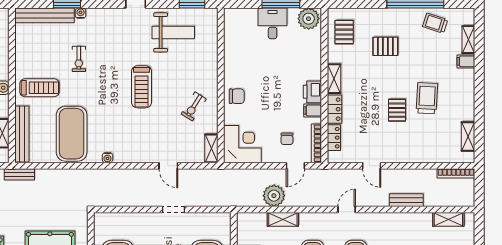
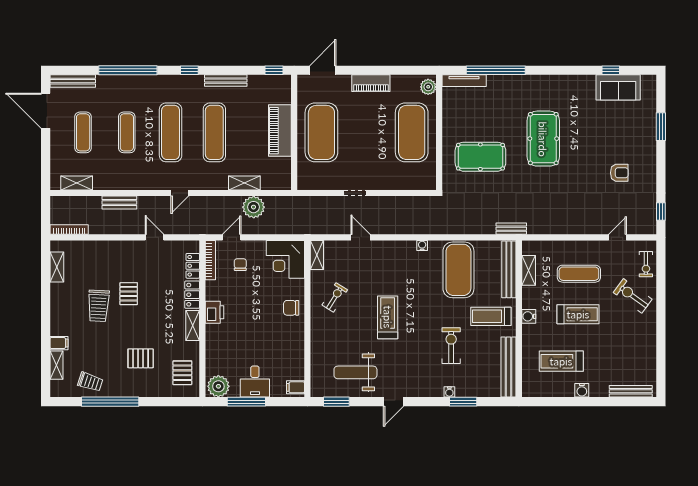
bench: (44, 15) -> (508, 367), moved, turned 90
exercise bike: (79, 59) -> (451, 346), width x1.38, depth x1.39
filing cabinet: (313, 111) -> (296, 387), moved, turned 180

